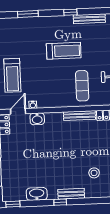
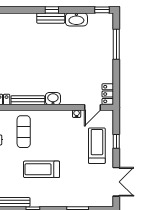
washbasin: (37, 119) -> (53, 99), moved
stool: (94, 173) -> (15, 39), removed
bench: (71, 194) -> (51, 18), moved

